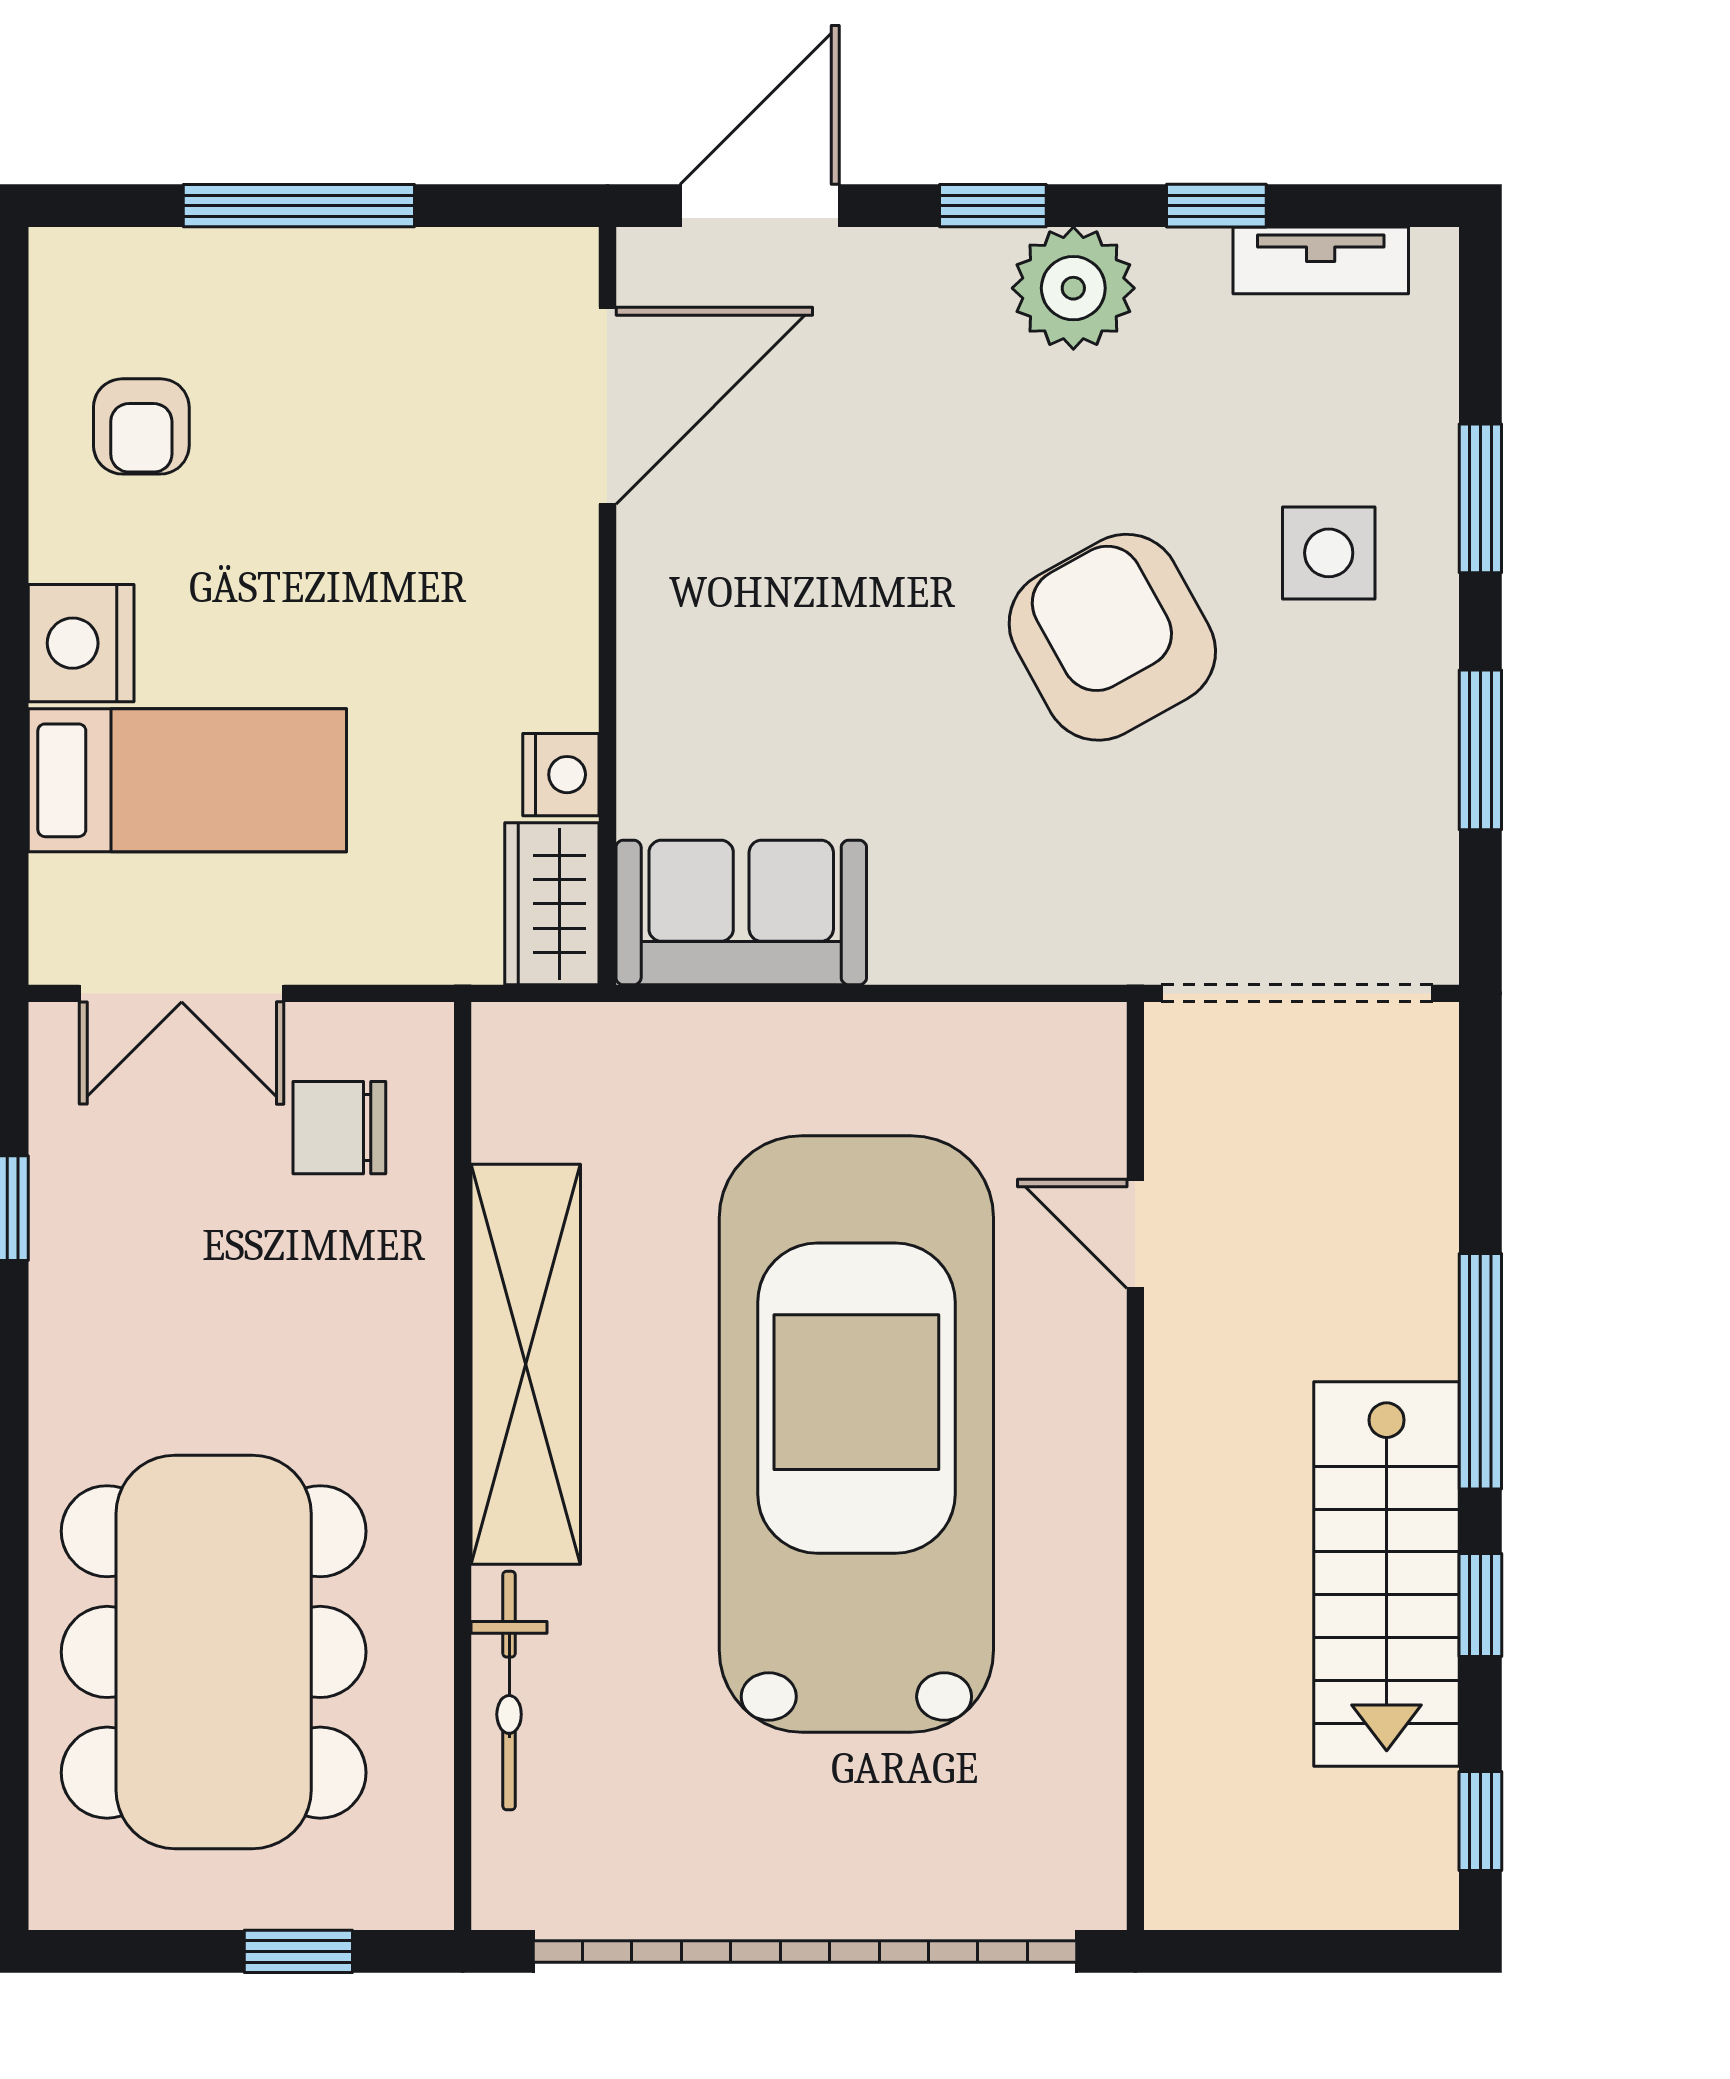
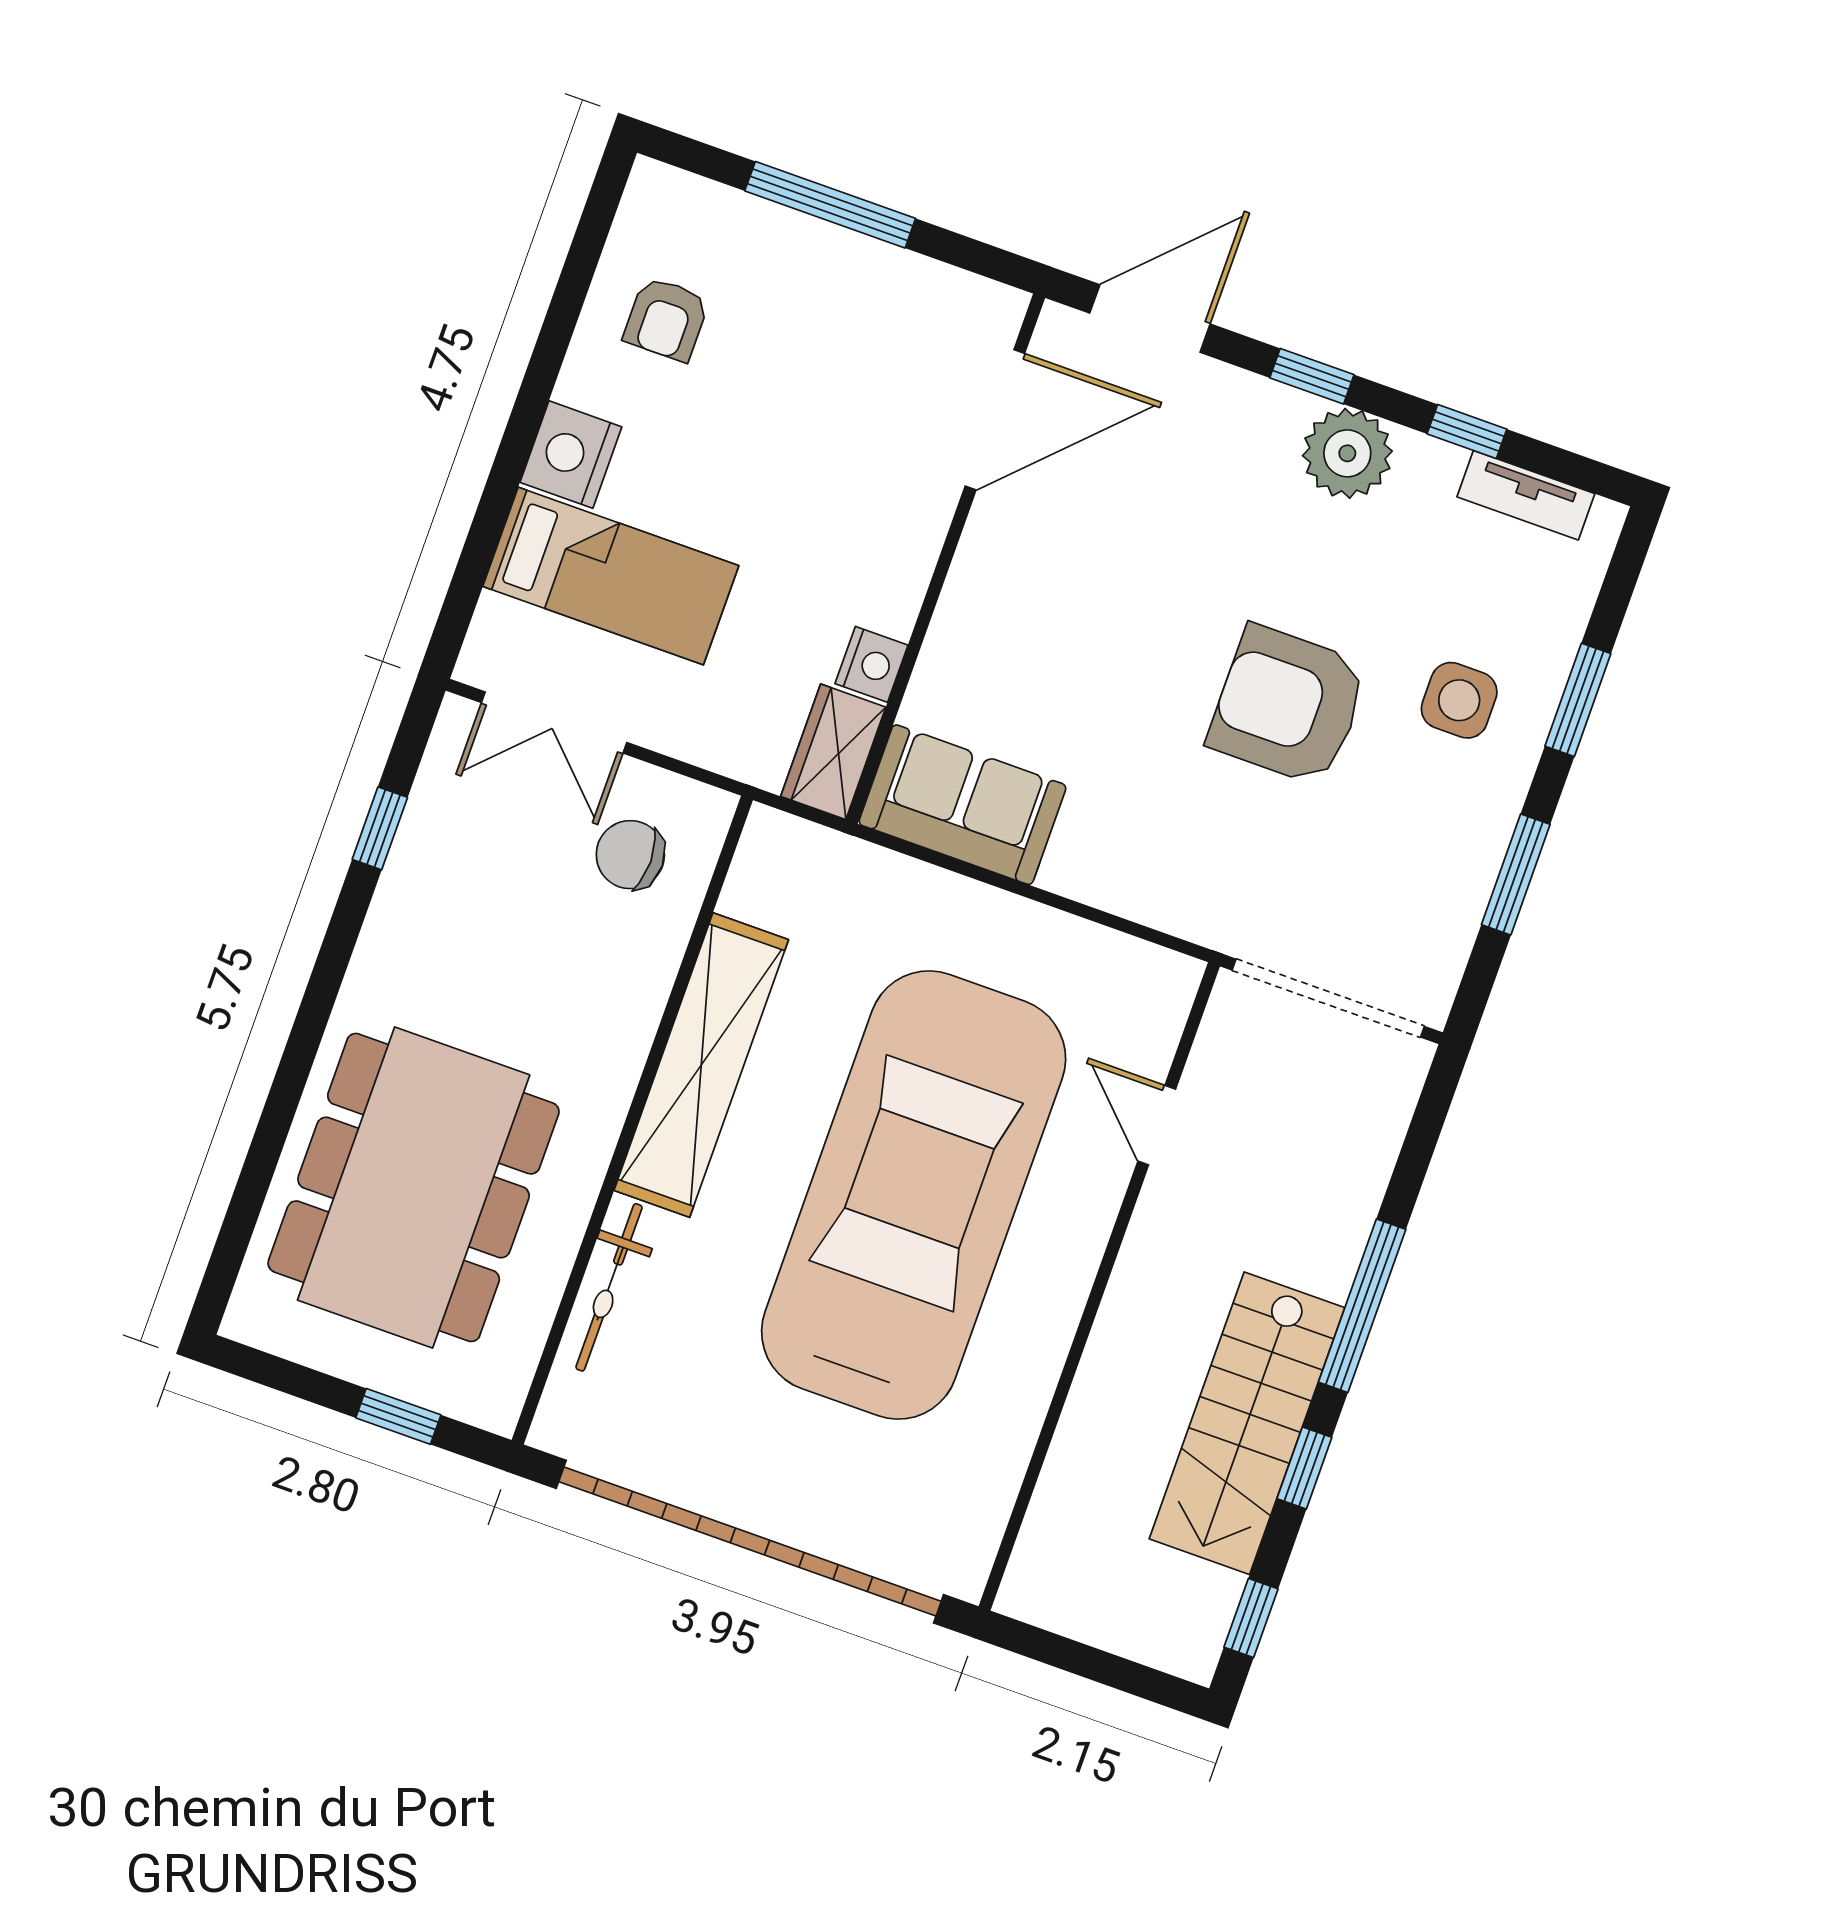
armchair: (1112, 637) -> (1288, 705), turned -61

